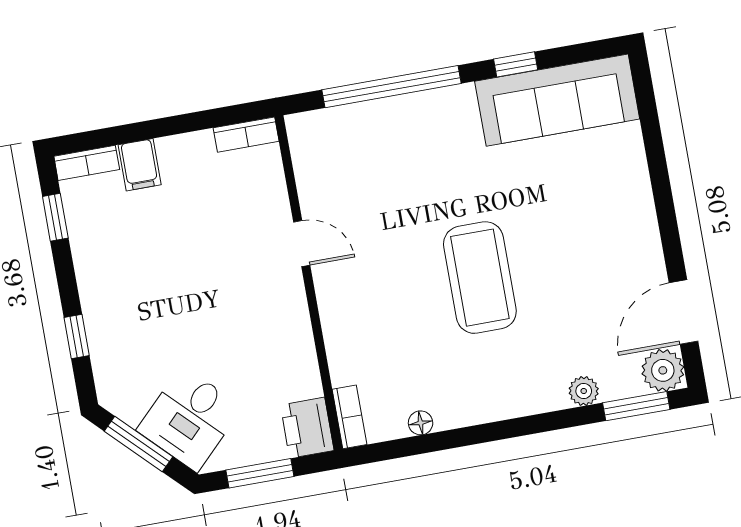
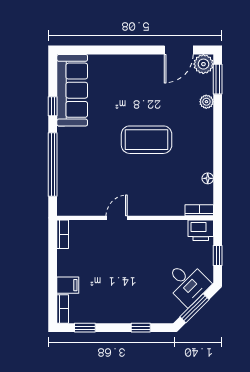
door: (683, 312) -> (179, 50), hinge flipped
window: (260, 473) -> (218, 255), width x0.67

